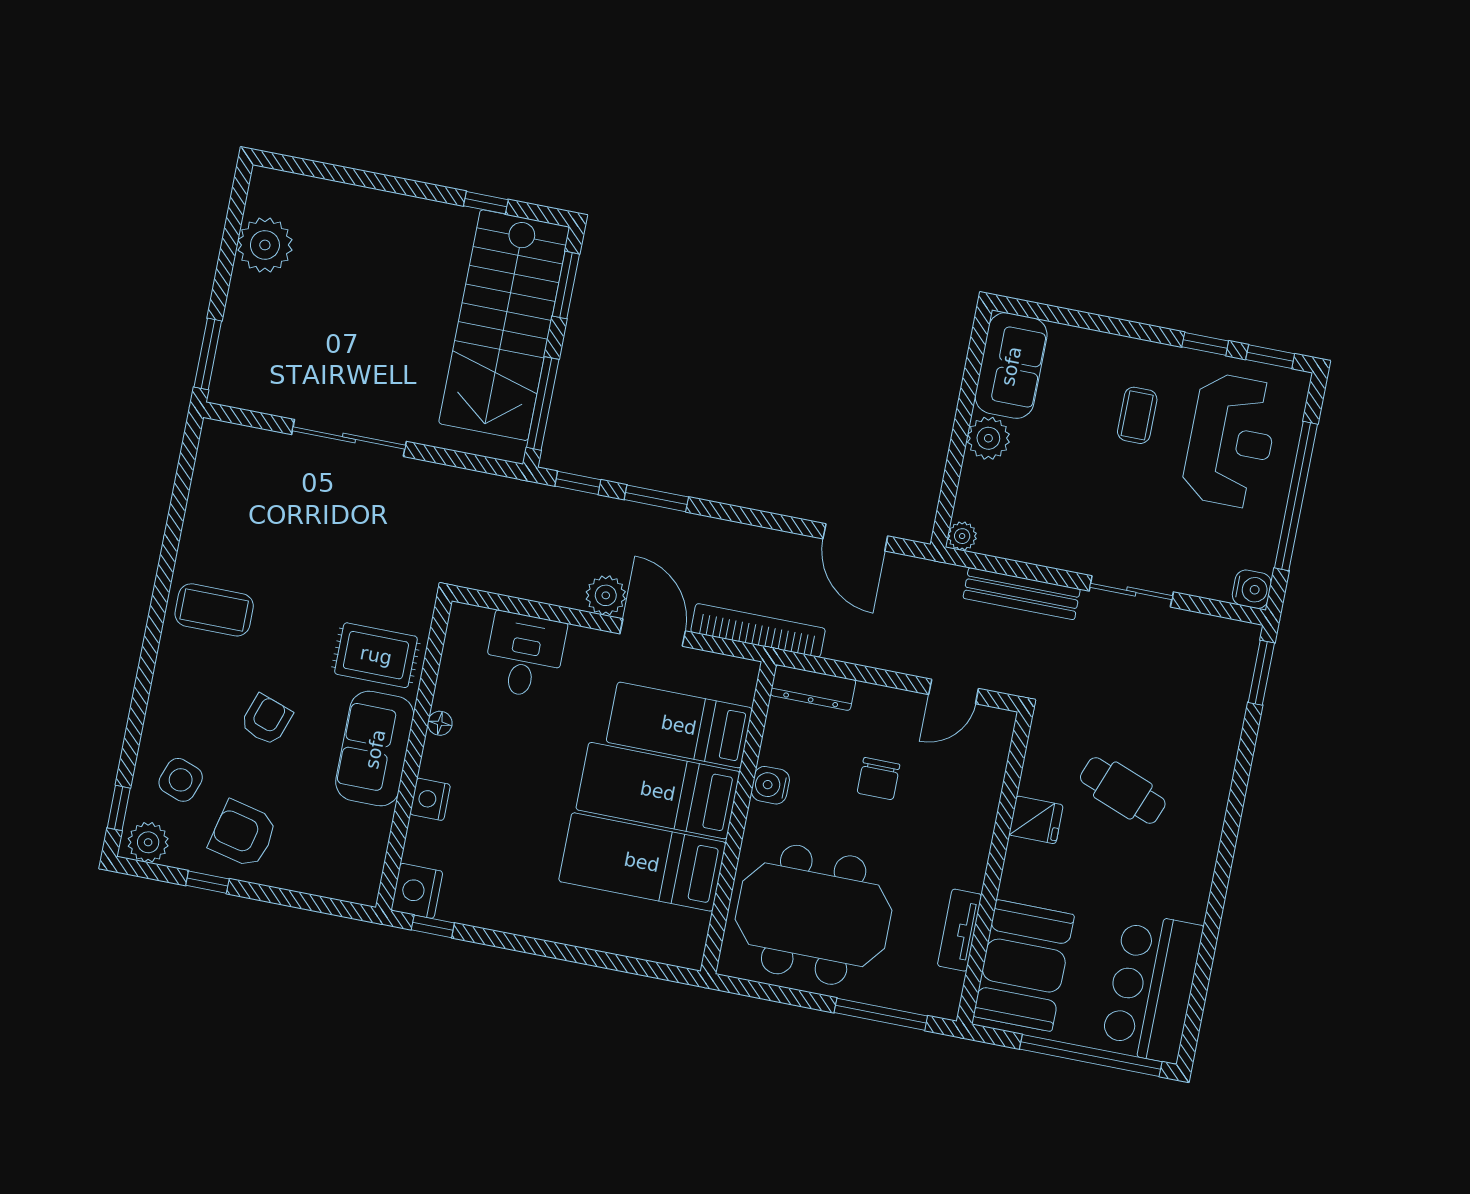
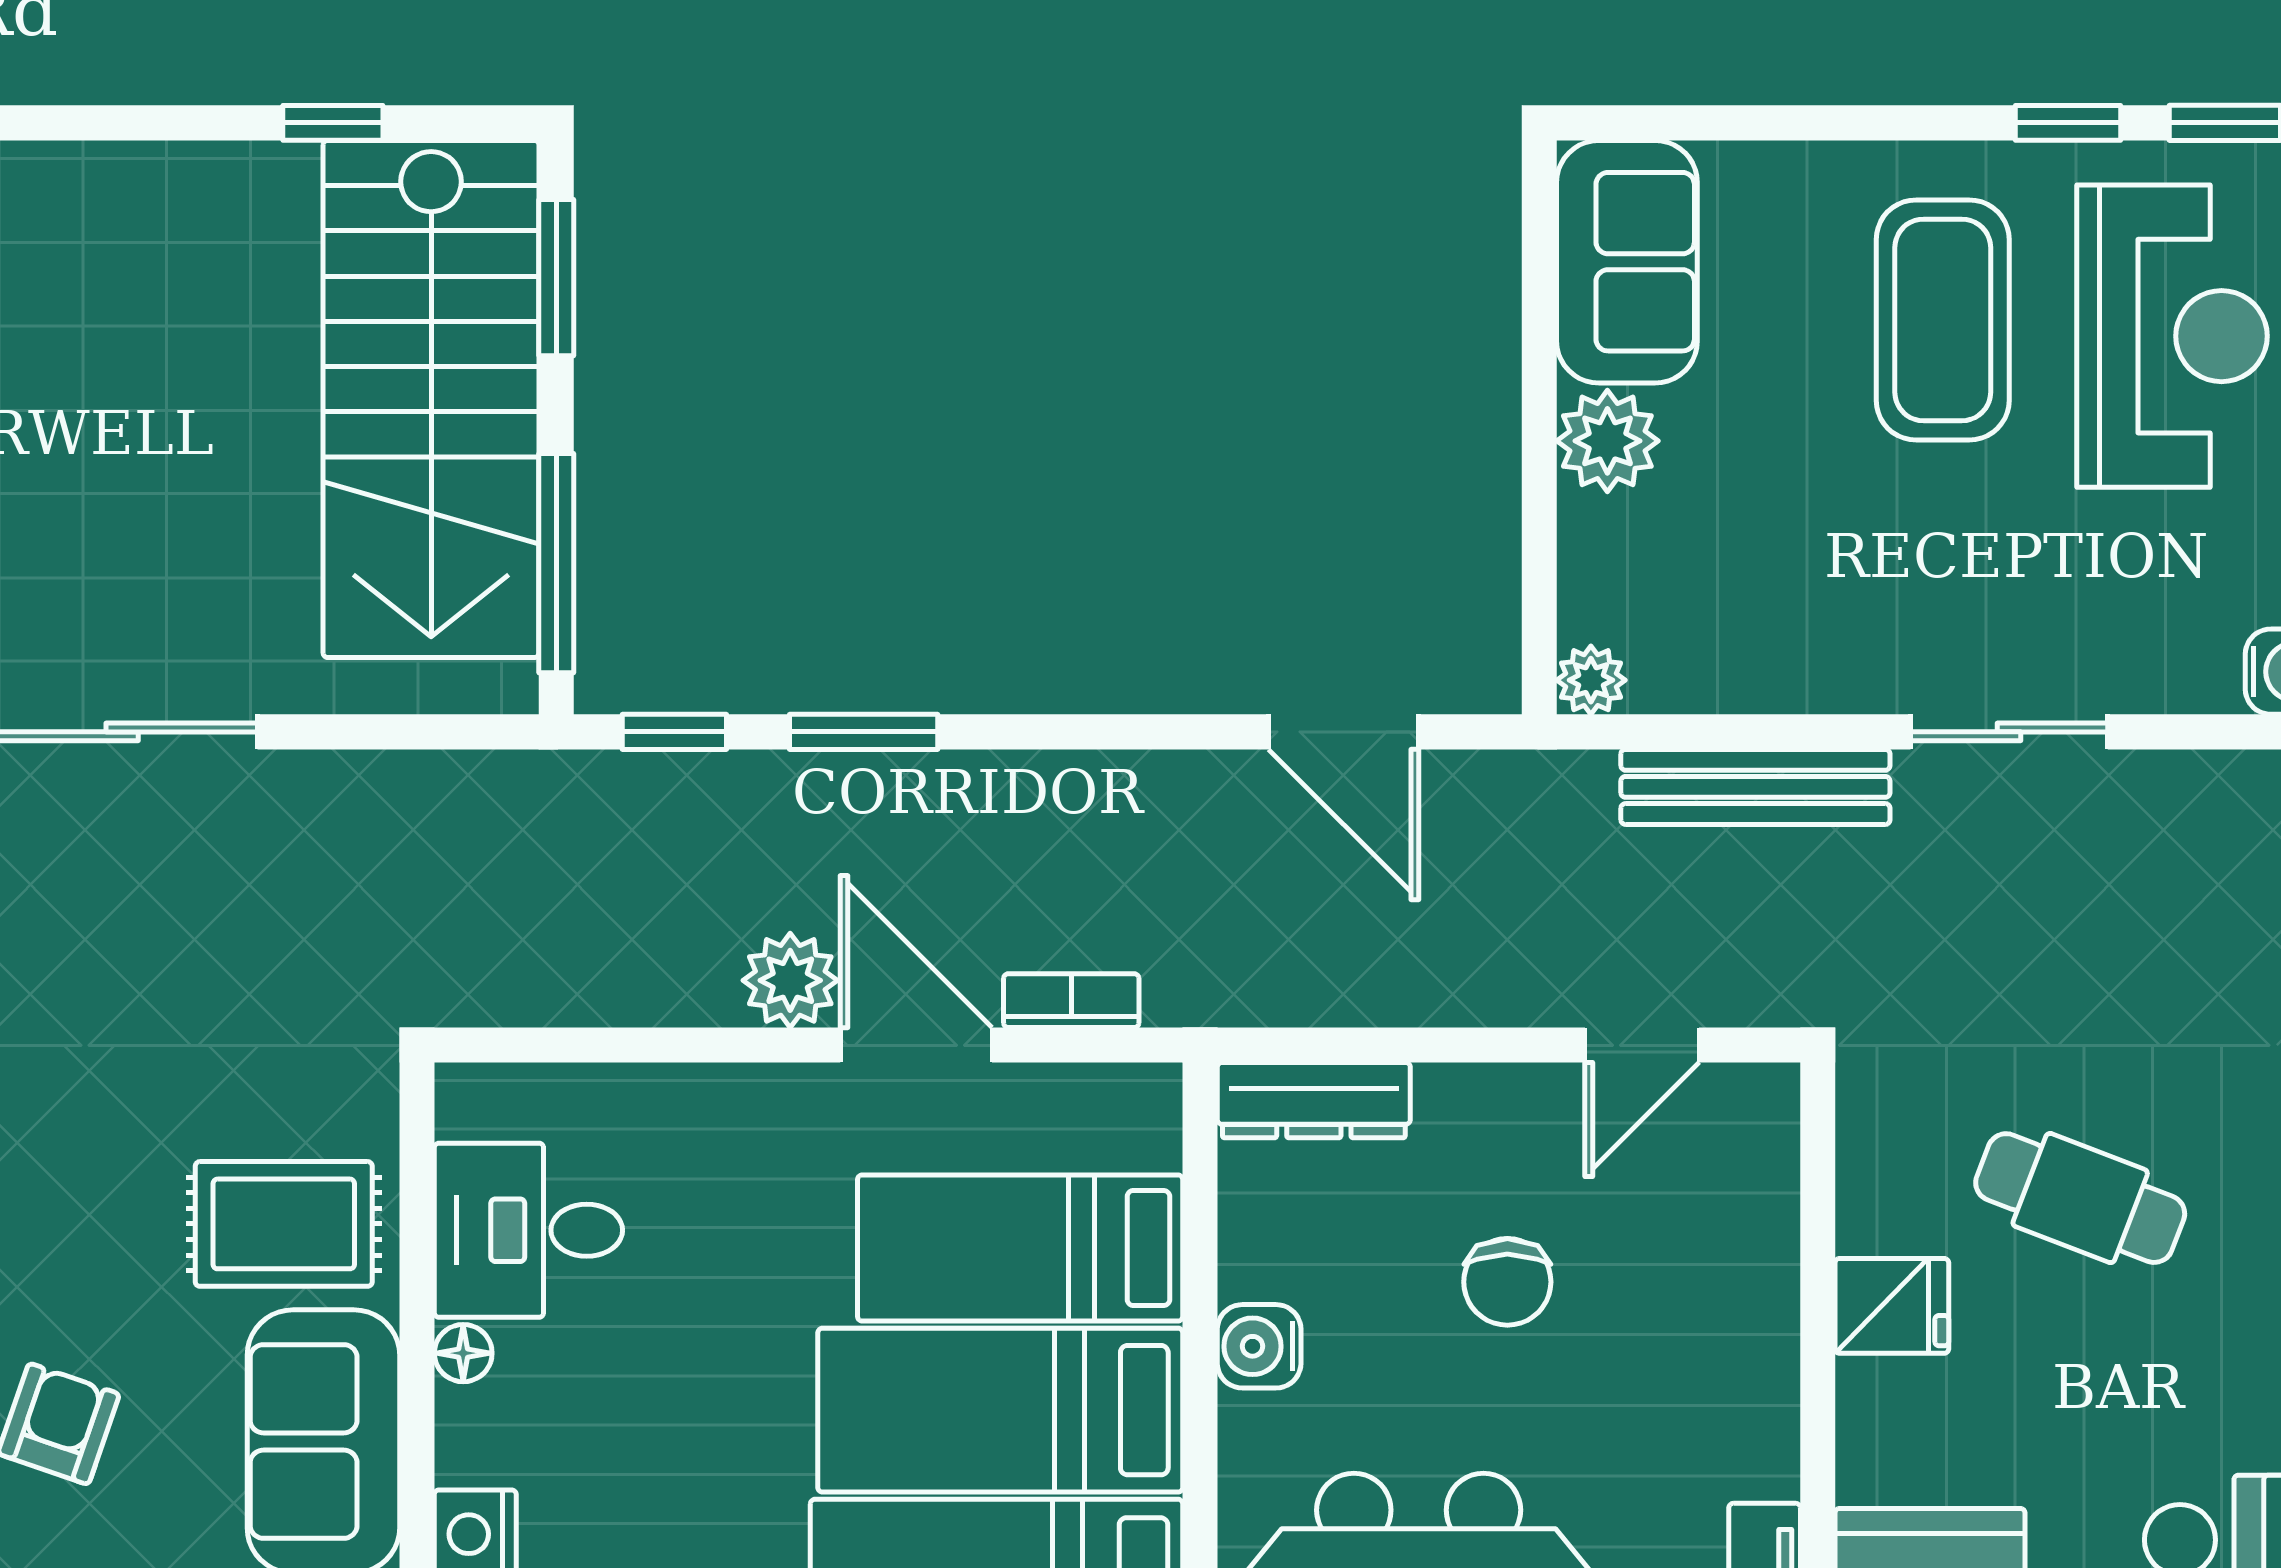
coffee table: (1137, 415) -> (1943, 320), width x1.86, depth x1.72
bookcase: (758, 630) -> (1071, 1001), width x0.43, depth x0.76
desk: (525, 655) -> (528, 1230), moved, turned -90

